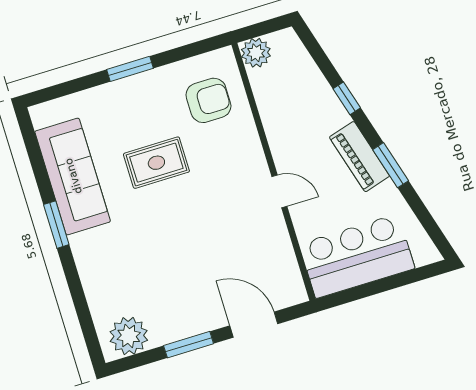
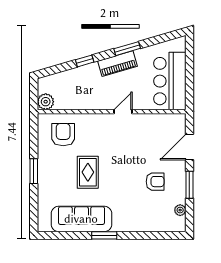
armchair: (176, 284) -> (155, 182), added
plant: (129, 336) -> (180, 210), width x0.53, depth x0.53

